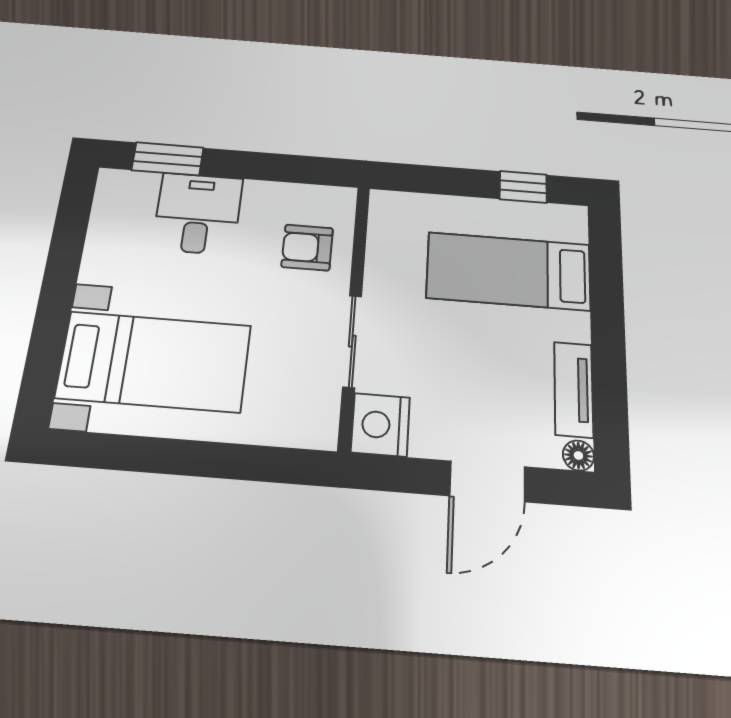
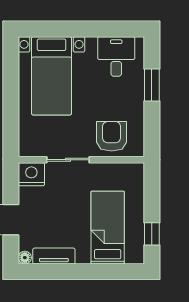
window: (168, 159) -> (152, 85), moved
desk: (198, 214) -> (116, 56), moved, turned -90
armchair: (307, 247) -> (112, 136), width x1.38, depth x1.38

